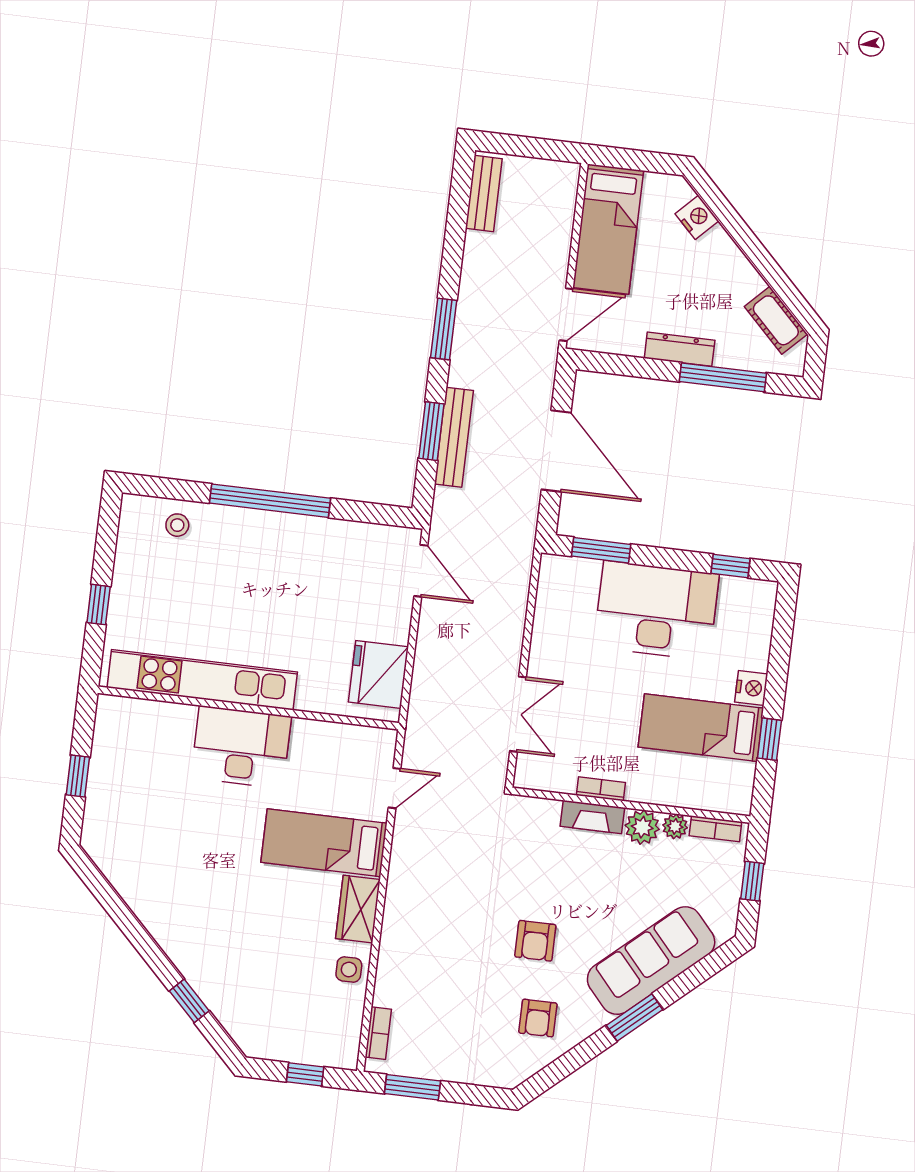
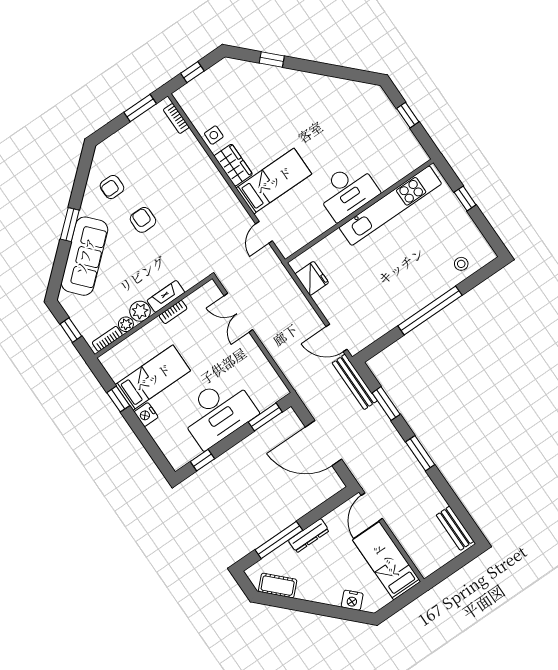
bench: (454, 437) -> (355, 382), moved
fridge: (378, 674) -> (312, 278), width x0.73, depth x0.75
armchair: (538, 1018) -> (112, 187), turned -90

